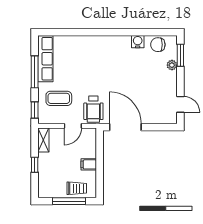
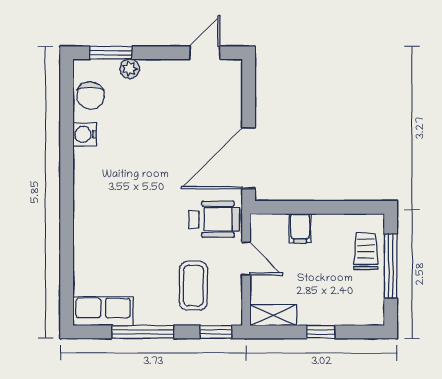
row of seats: (45, 59) -> (103, 311), width x0.68
filing cabinet: (89, 164) -> (300, 228), moved

